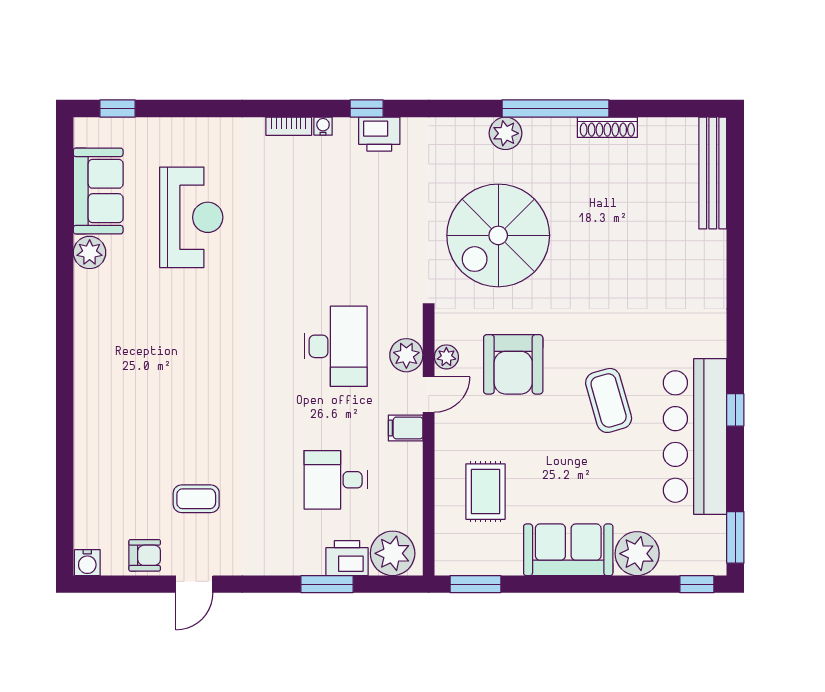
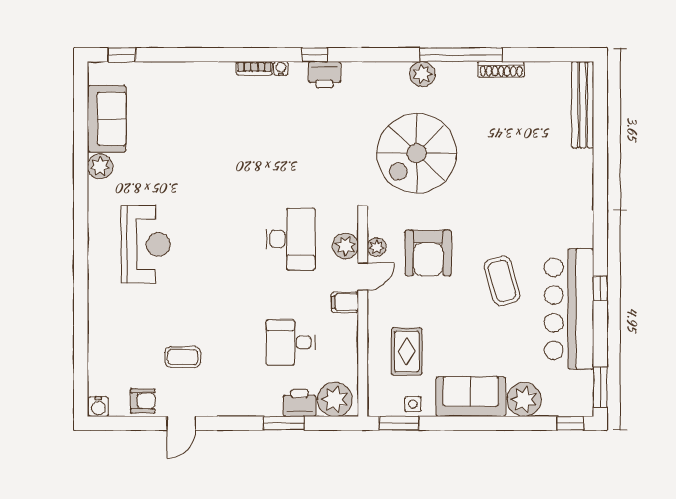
reception desk: (191, 217) -> (146, 244), moved
side table: (493, 559) -> (413, 404), added

